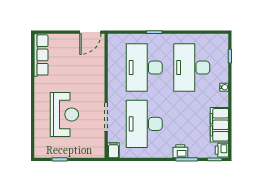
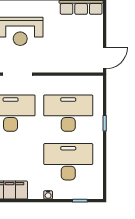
door: (90, 32) -> (105, 58), swing flipped

